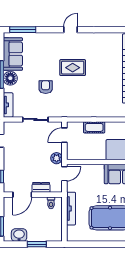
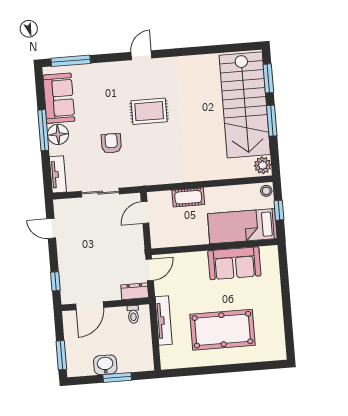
plant: (57, 158) -> (136, 247), removed
dresser: (41, 187) -> (135, 291), moved
washbasin: (19, 235) -> (105, 365), moved

